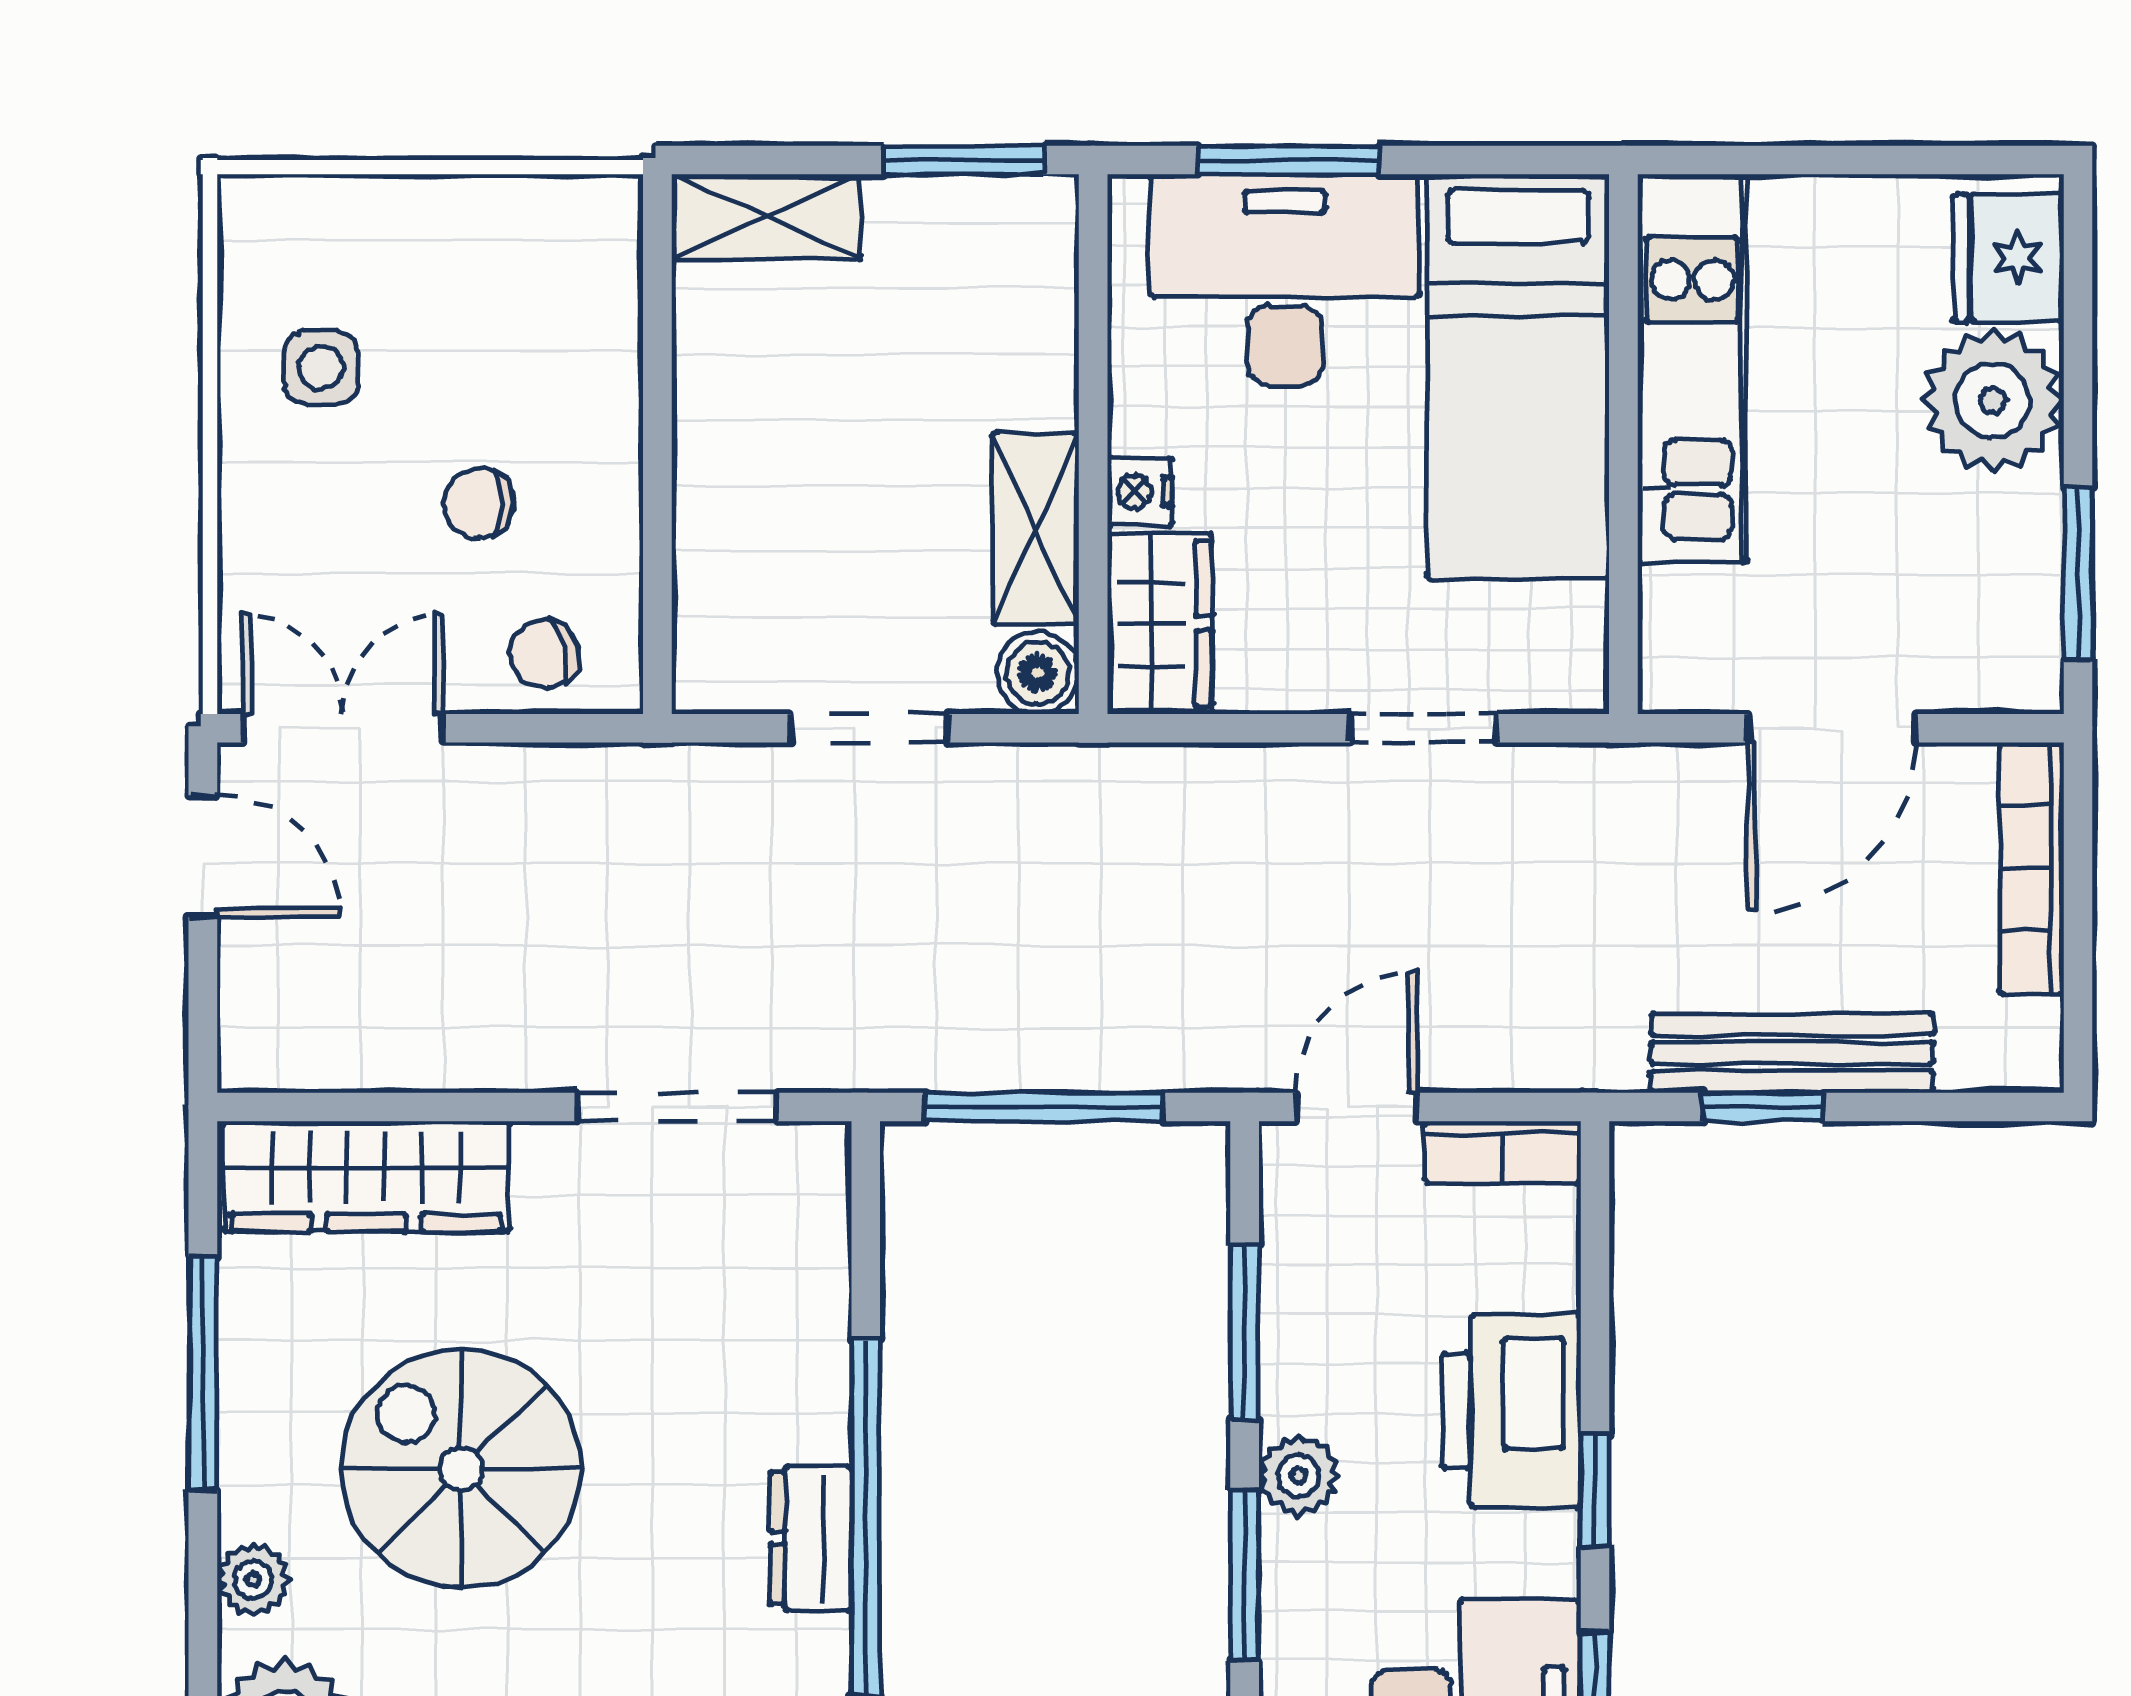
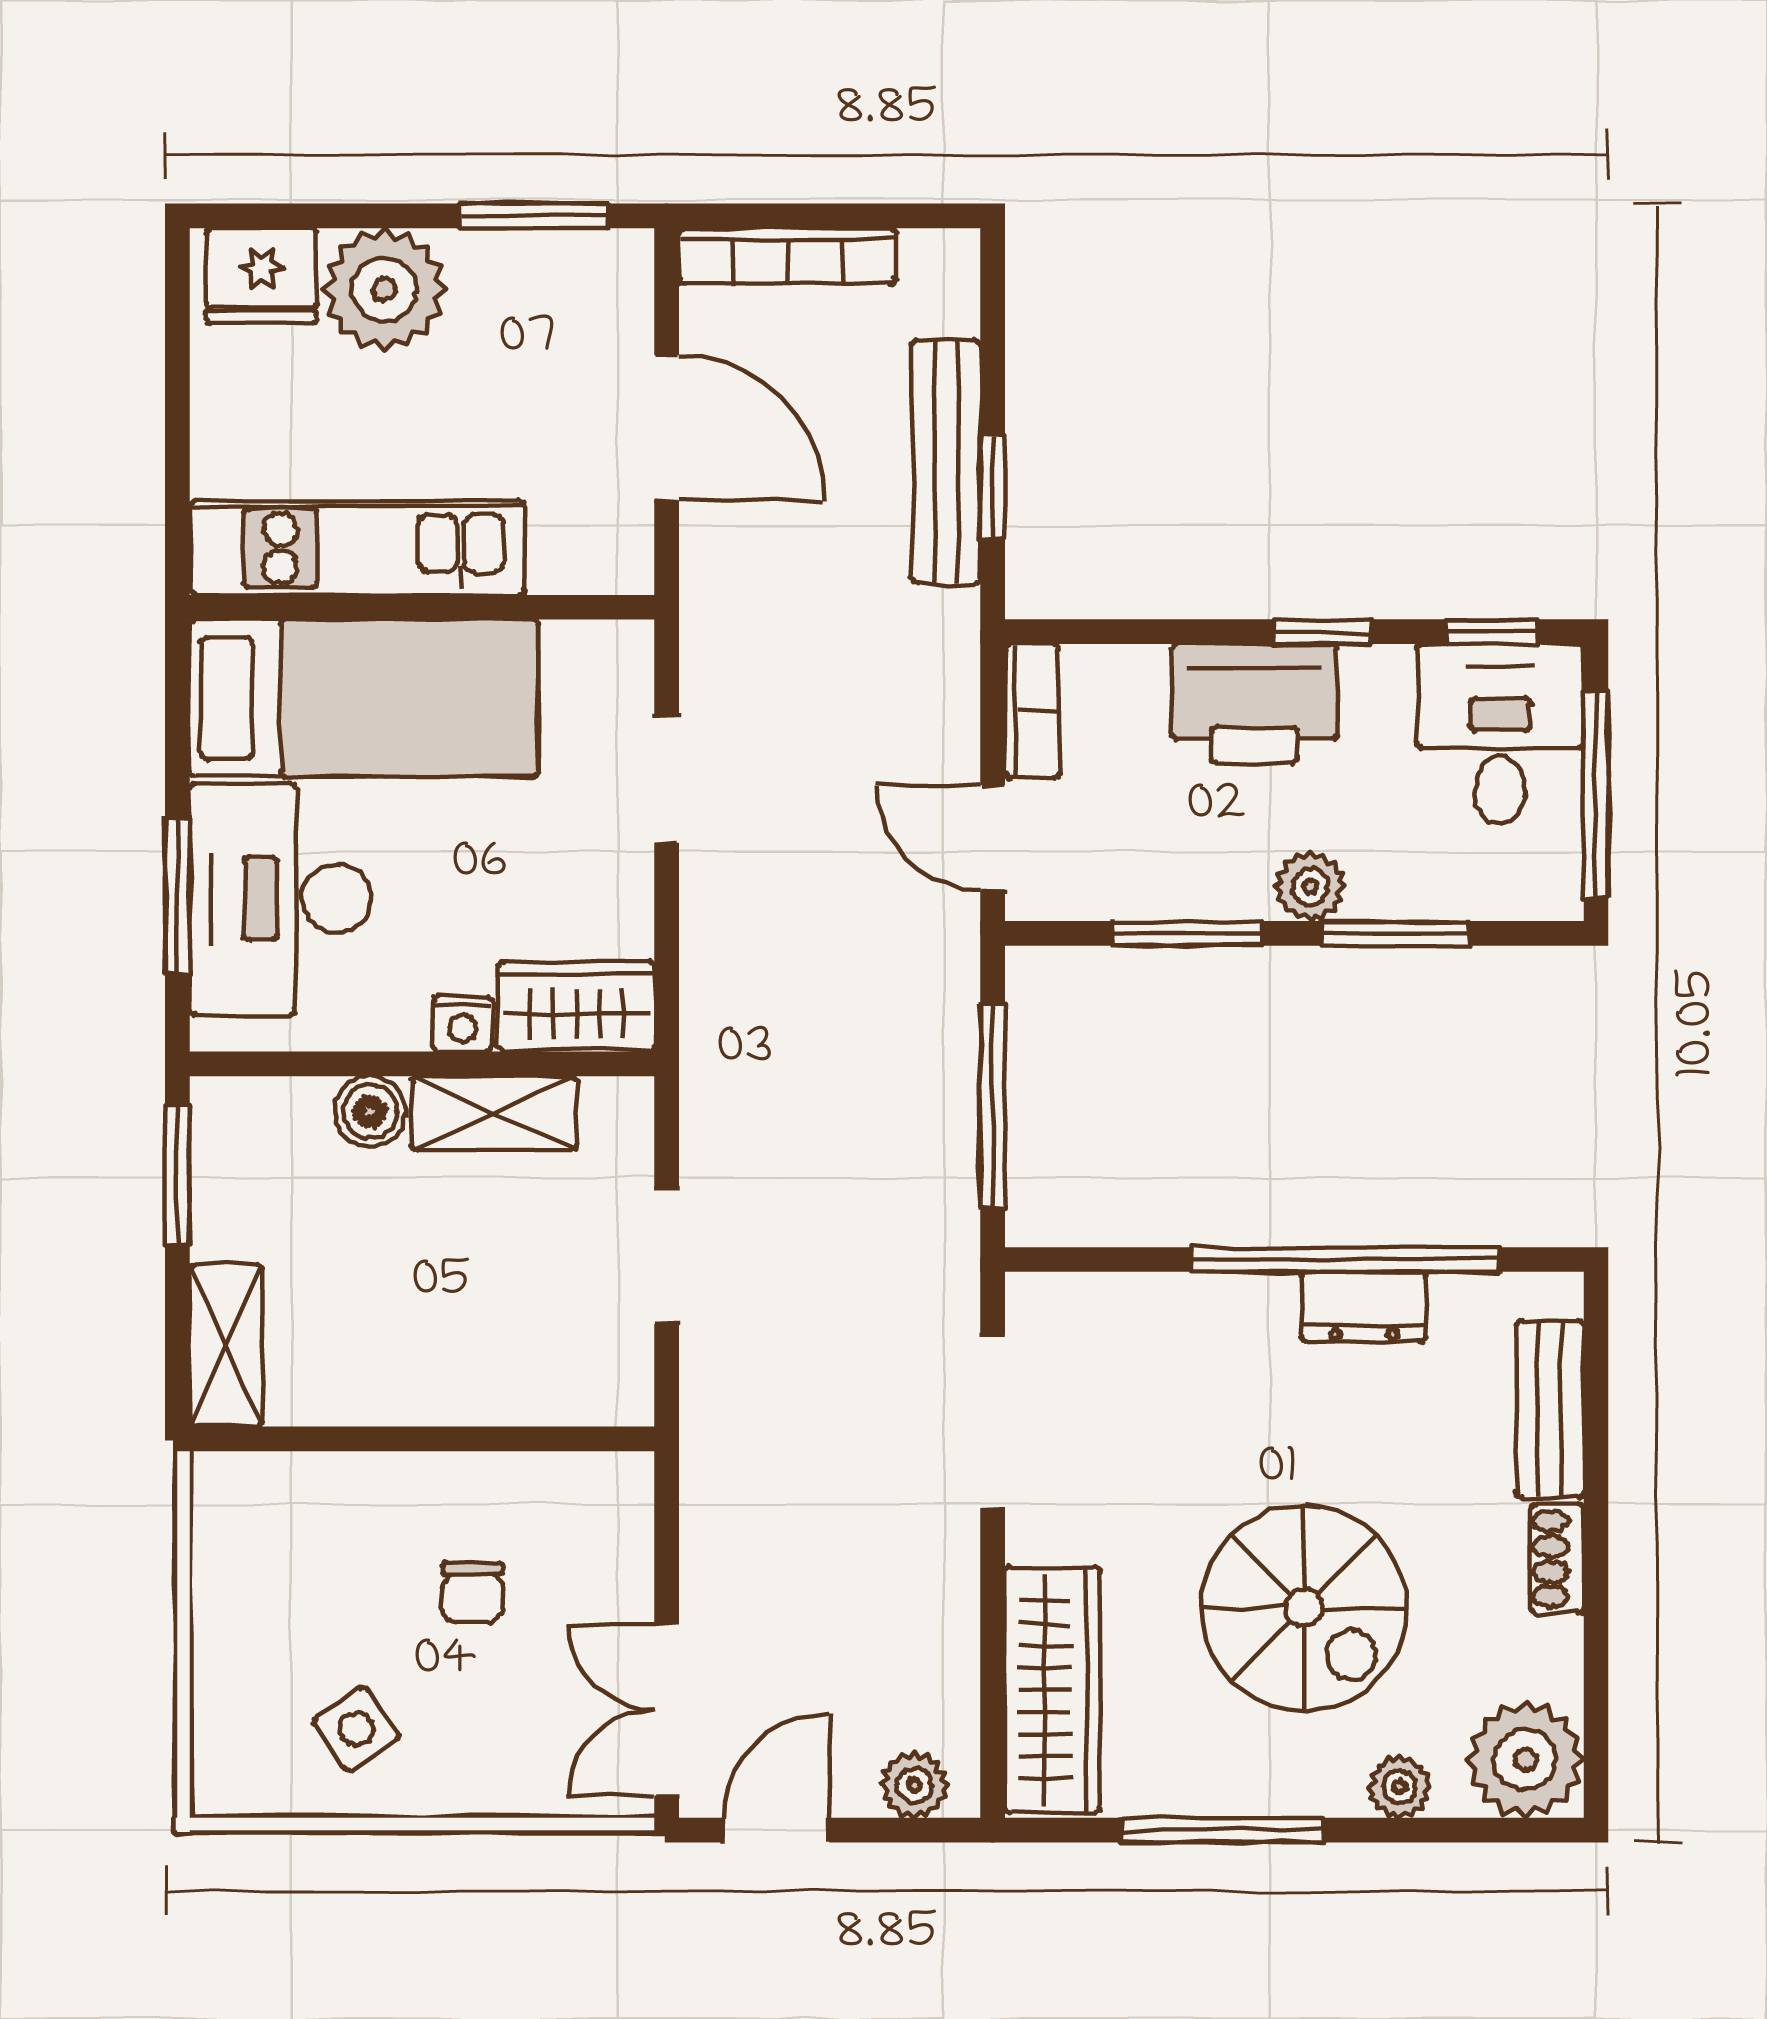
side table: (321, 368) -> (356, 1728), turned -34
chair: (544, 654) -> (603, 1536), removed
boiler: (1038, 673) -> (370, 1111), moved
plant: (255, 1016) -> (914, 1785), added
spiral stairs: (461, 1469) -> (1304, 1608), turned -90

